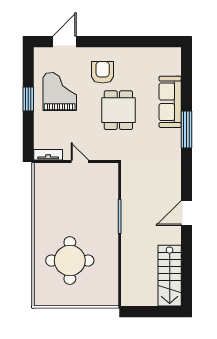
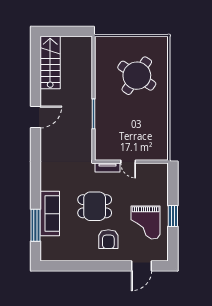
dining table: (118, 110) -> (95, 206), turned 90
window: (186, 129) -> (36, 225), moved
tv unit: (48, 155) -> (108, 167), moved
round table: (70, 261) -> (137, 76), turned 34

